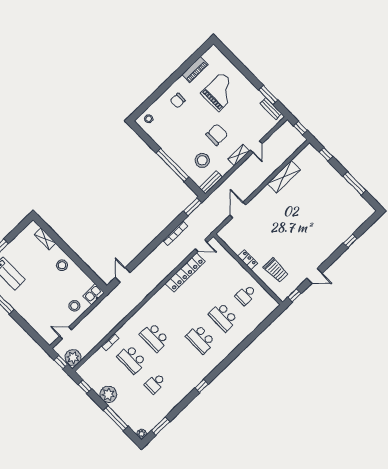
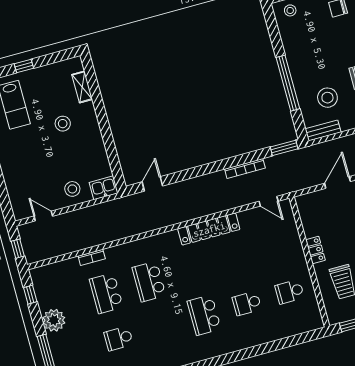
stool: (62, 265) -> (63, 124), moved
locker: (185, 272) -> (209, 229), moved
school desk: (223, 317) -> (247, 303), width x0.54
plant: (73, 357) -> (36, 251), removed

